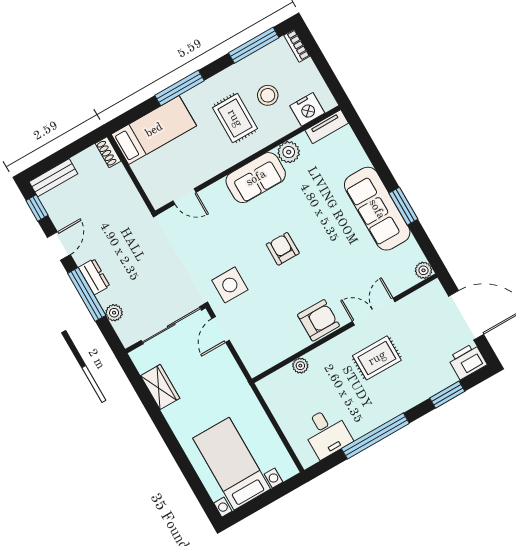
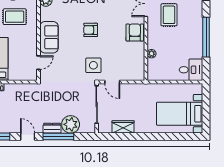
sofa: (256, 178) -> (49, 37), moved
plant: (114, 313) -> (71, 124), width x1.88, depth x1.88
desk: (327, 433) -> (191, 70), moved

